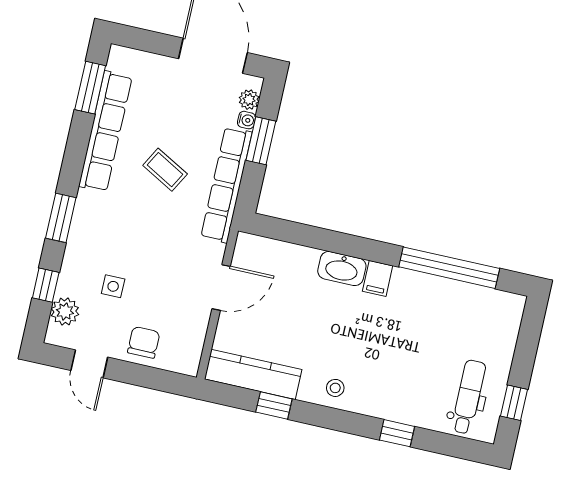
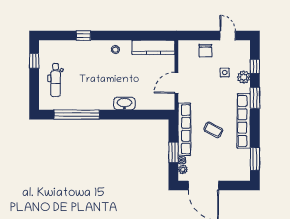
row of seats: (105, 131) -> (244, 121), moved
filing cabinet: (378, 278) -> (107, 103), removed
plant: (65, 312) -> (244, 77), moved
dental chair: (469, 397) -> (56, 80), moved
window: (274, 405) -> (141, 36), removed

